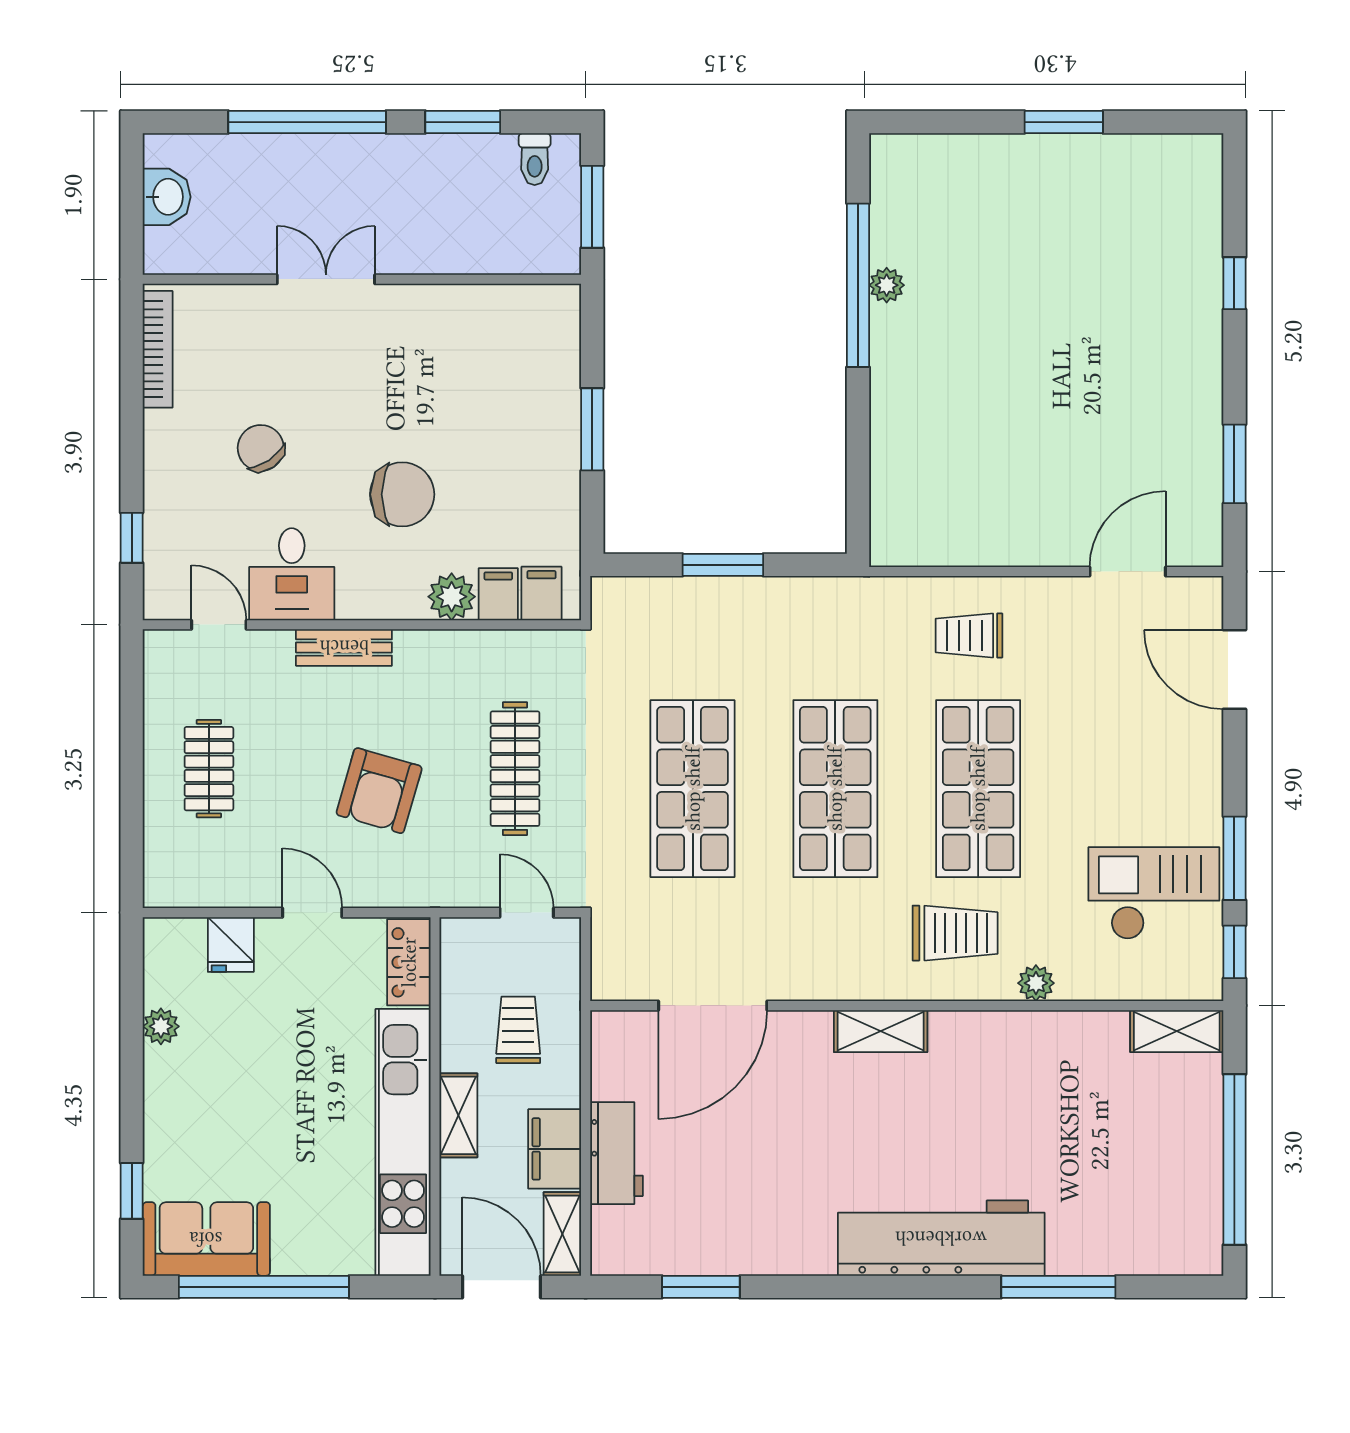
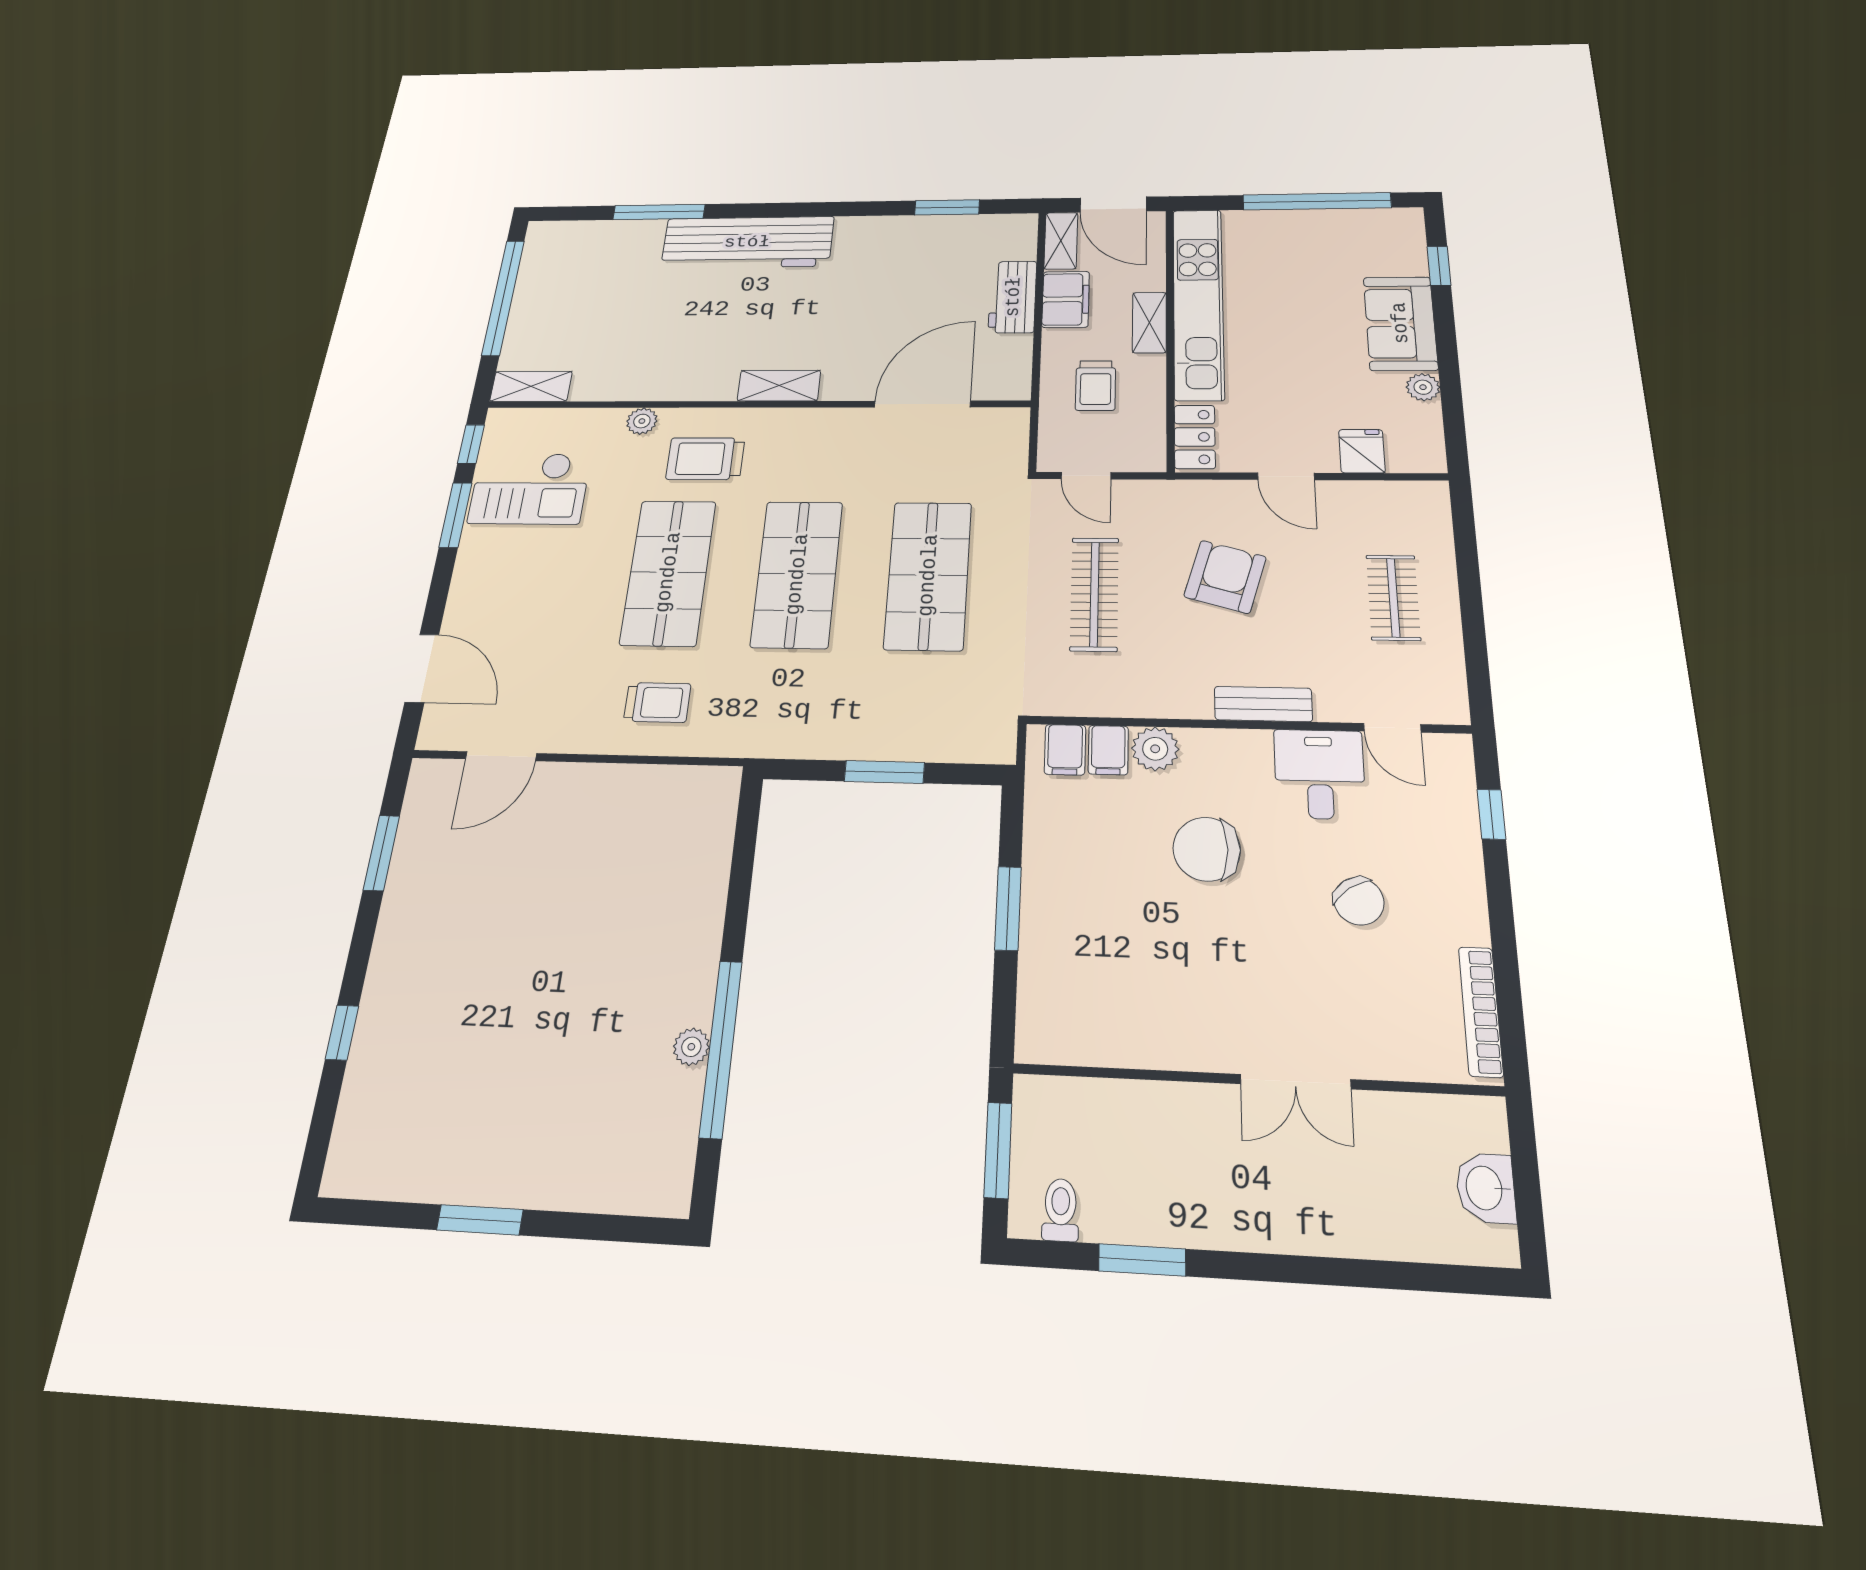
window: (307, 122) -> (1325, 1271), removed
sofa: (206, 1239) -> (1400, 323), moved, turned 90

